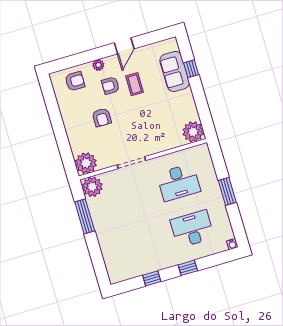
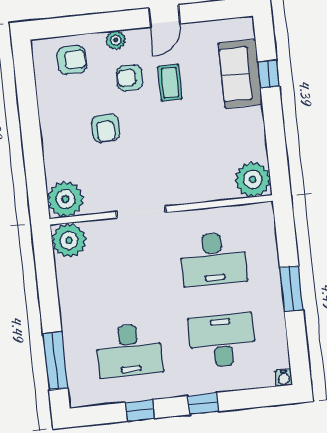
window: (85, 216) -> (55, 361), moved
desk: (139, 245) -> (129, 350), added

